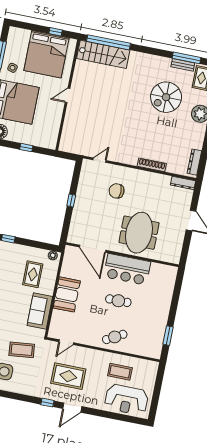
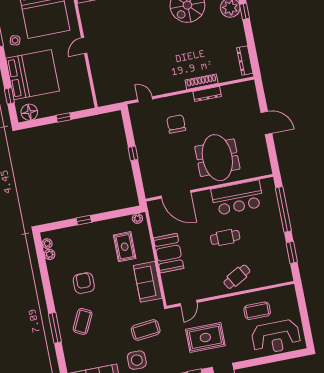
door: (100, 160) -> (145, 99), hinge flipped
dresser: (183, 183) -> (207, 94), moved
chair: (117, 191) -> (176, 124), turned 90
bar counter: (127, 269) -> (237, 198), moved
window: (176, 297) -> (283, 209), added

